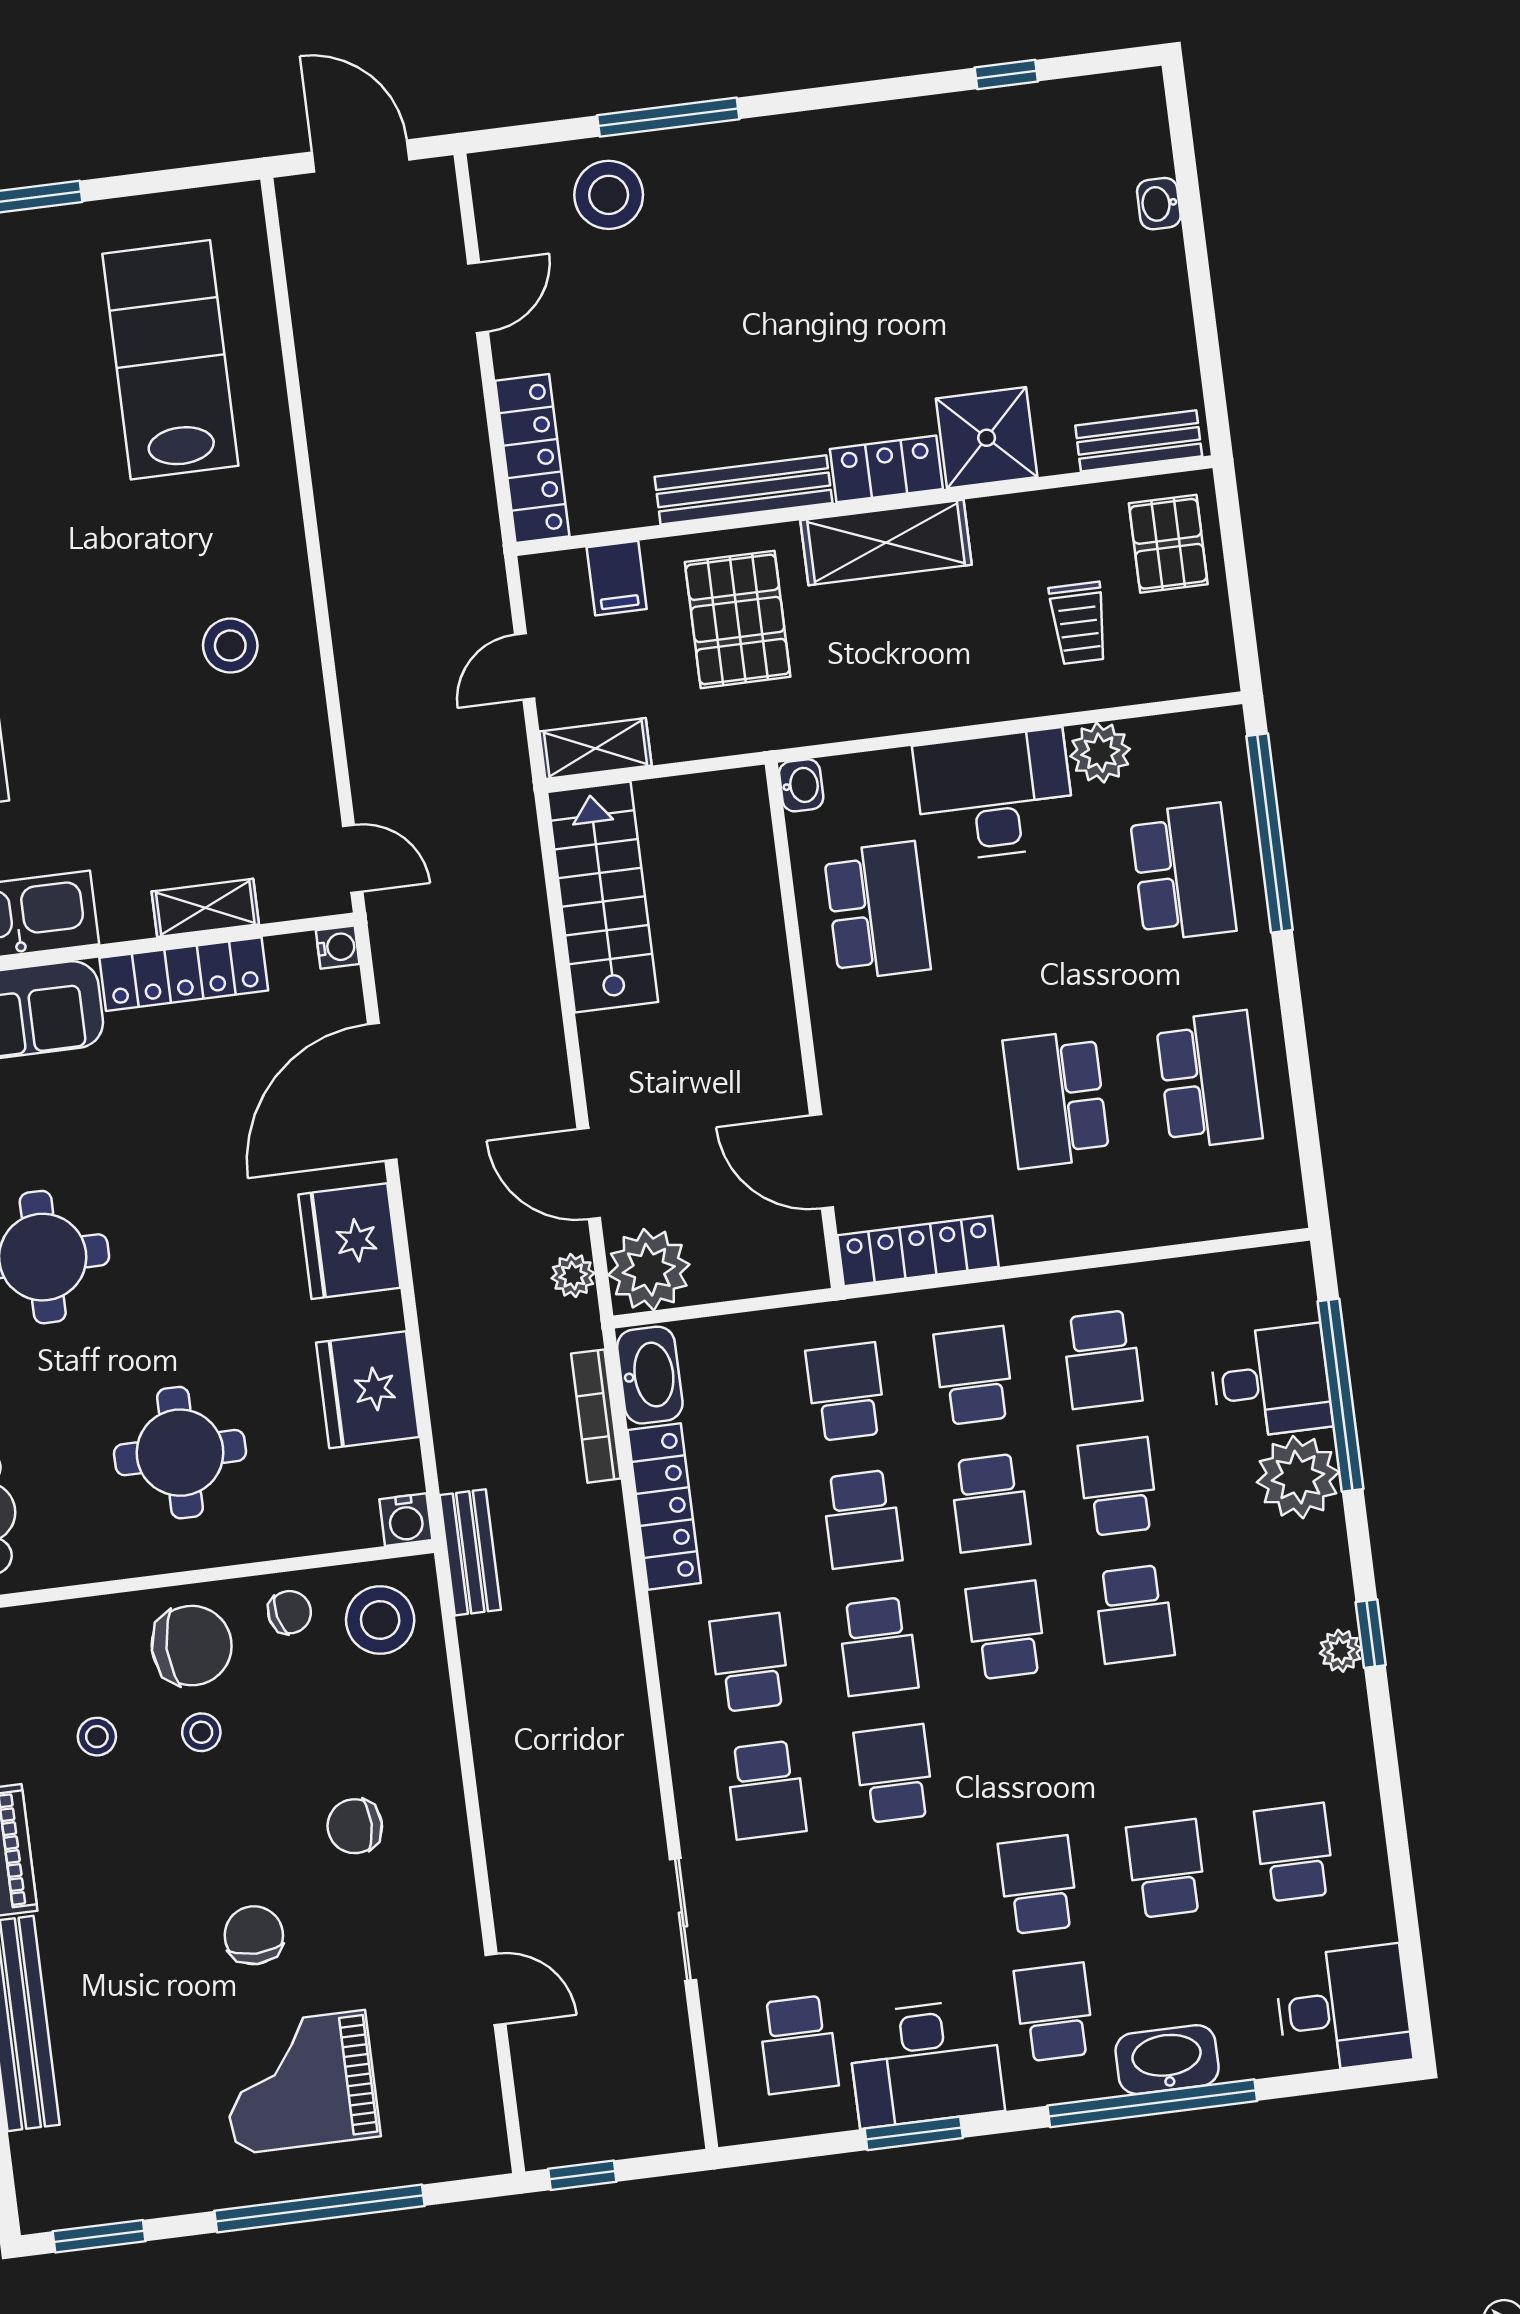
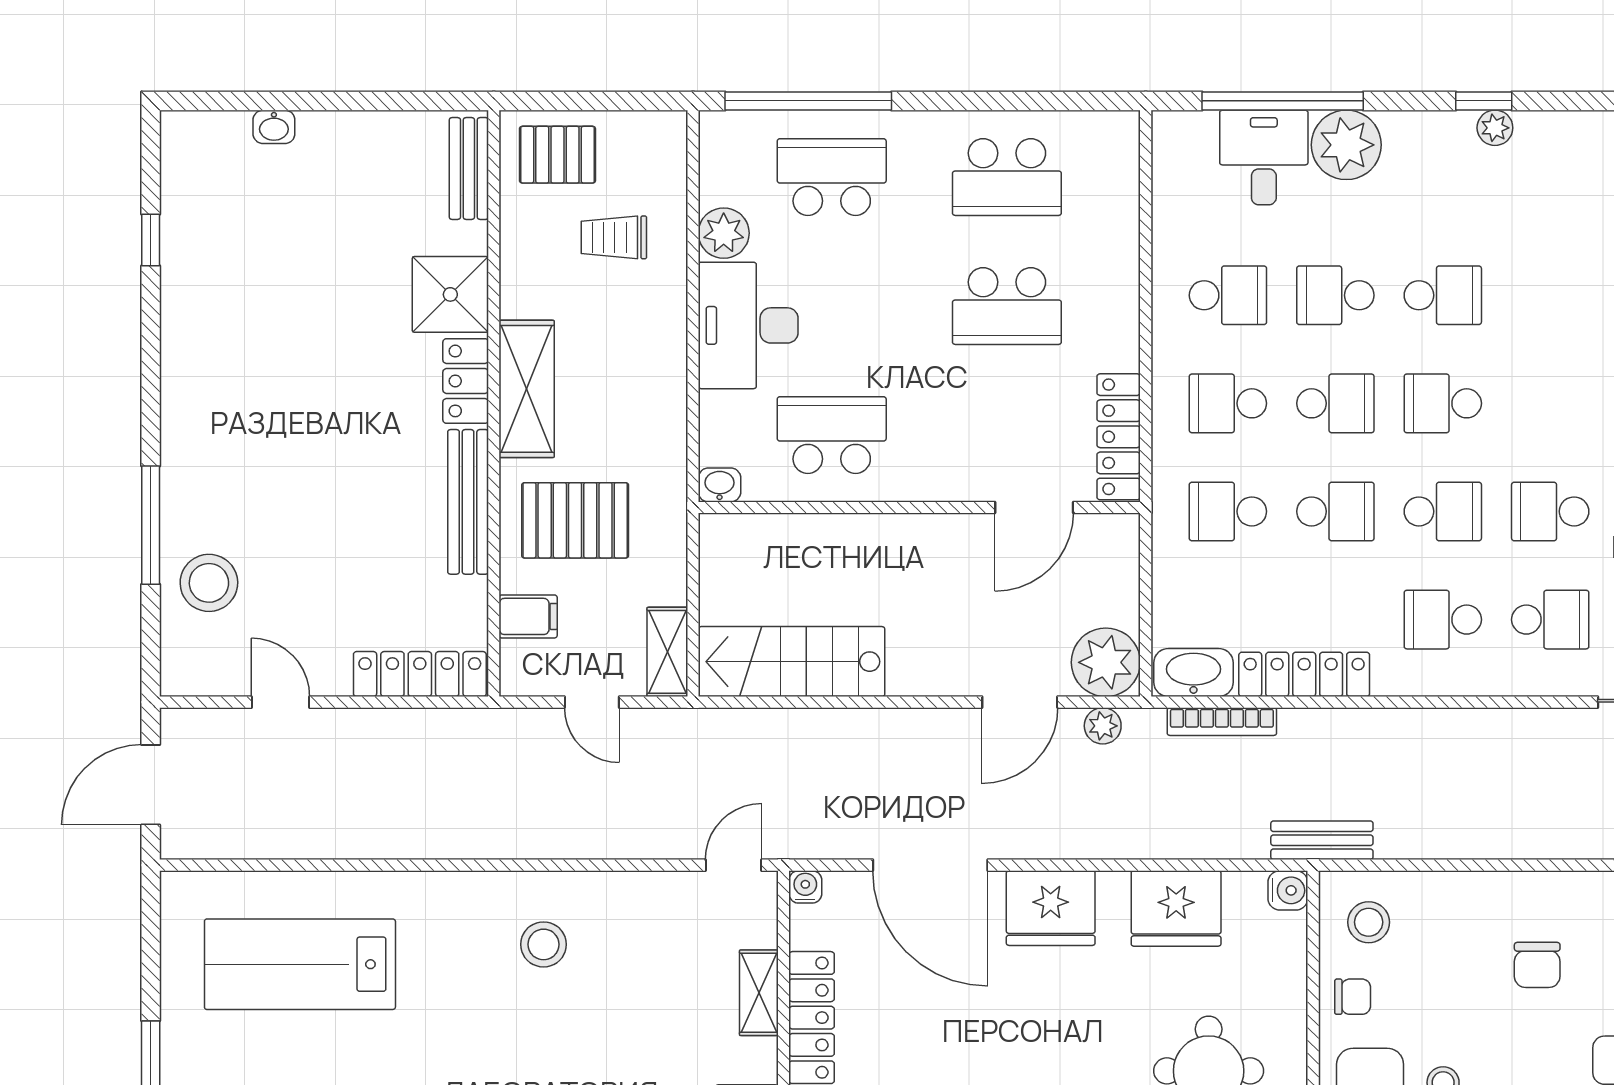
trolley: (1079, 623) -> (614, 237), turned 180
school desk: (1209, 1080) -> (1007, 177), turned 180
chair: (290, 1612) -> (1353, 997), turned 103
stool: (380, 1620) -> (1369, 922), width x0.73, depth x0.73

